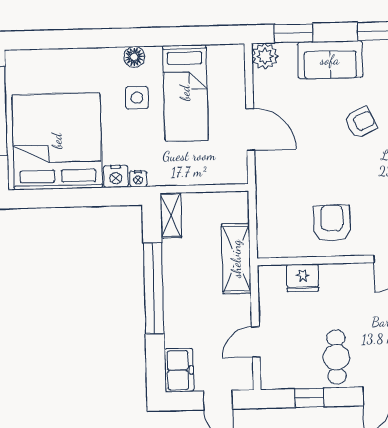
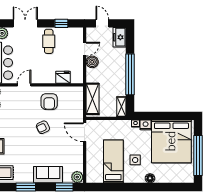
floor lamp: (134, 57) -> (150, 178), moved
armchair: (361, 123) -> (43, 127), moved
door: (250, 129) -> (85, 132), moved
shelving: (236, 259) -> (92, 99), moved
boiler: (238, 314) -> (92, 62), added

